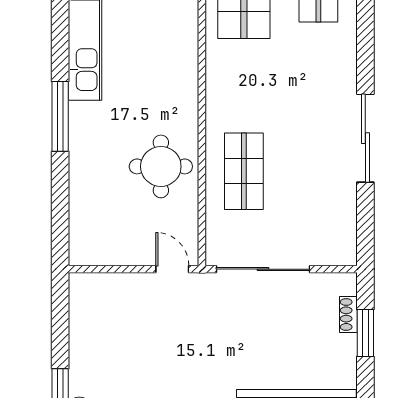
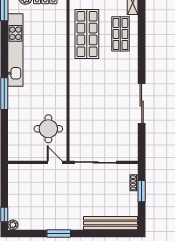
round table: (161, 166) -> (48, 129), moved
shop shelf: (244, 171) -> (87, 118), removed

